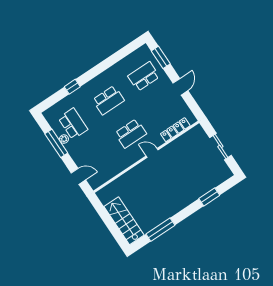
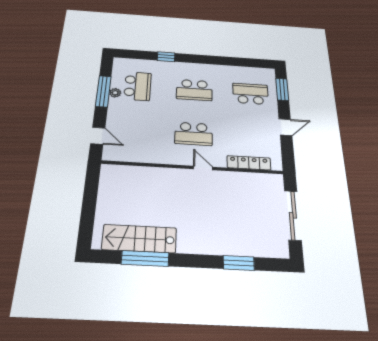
sliding door: (220, 147) -> (293, 215), width x1.37
stairs: (124, 221) -> (139, 239), moved, turned -90

